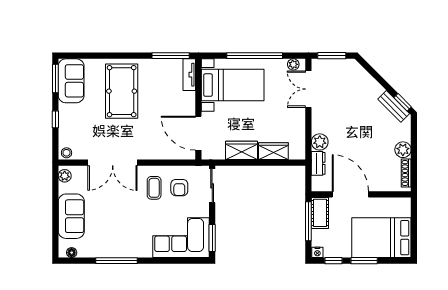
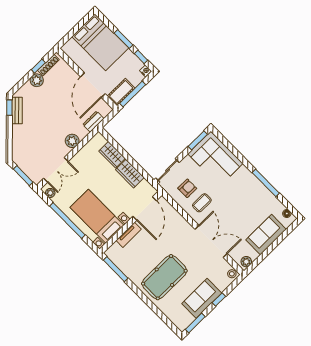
tv unit: (189, 75) -> (129, 235), moved
sofa: (71, 81) -> (202, 298), moved
plant: (320, 142) -> (72, 141), moved
window: (414, 163) -> (38, 66), added

